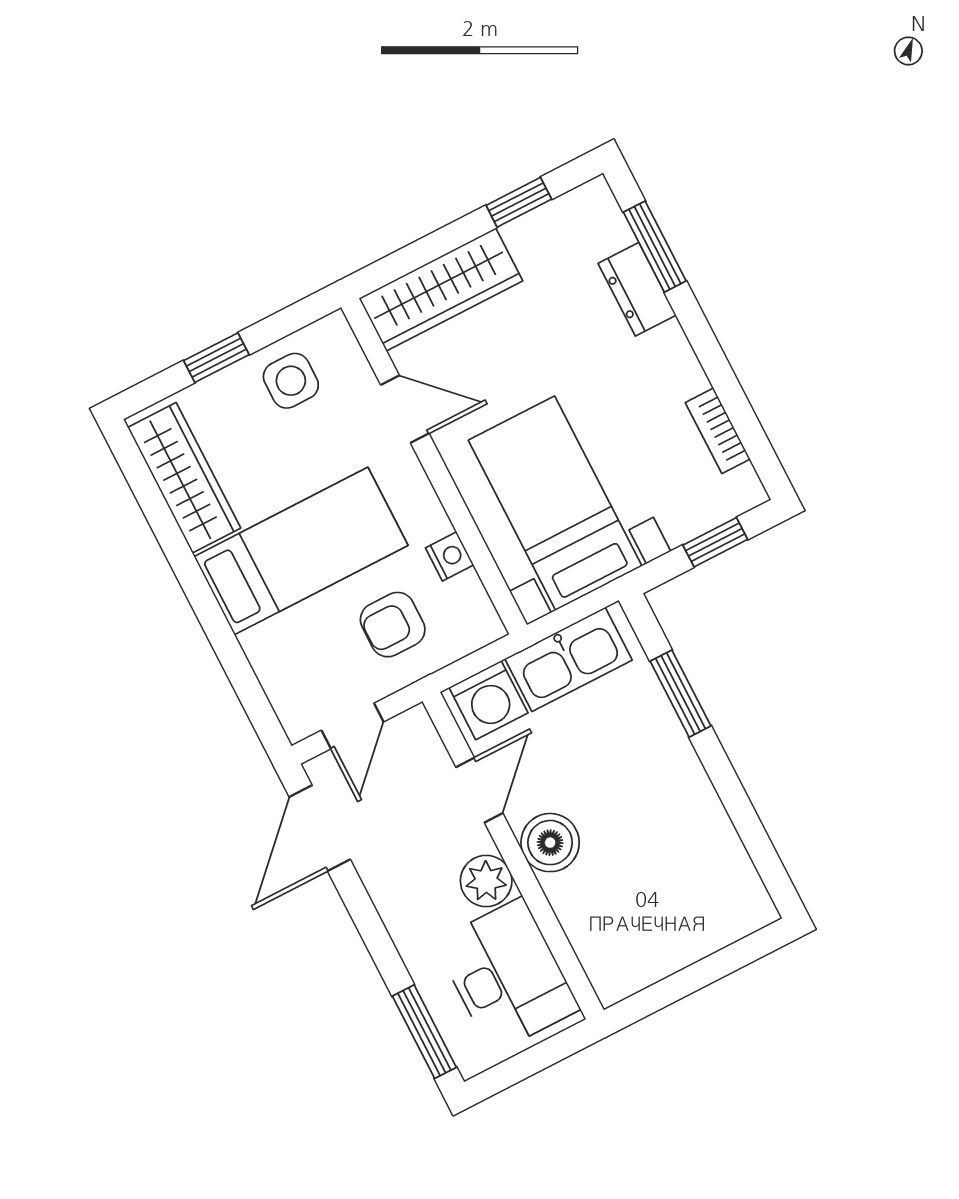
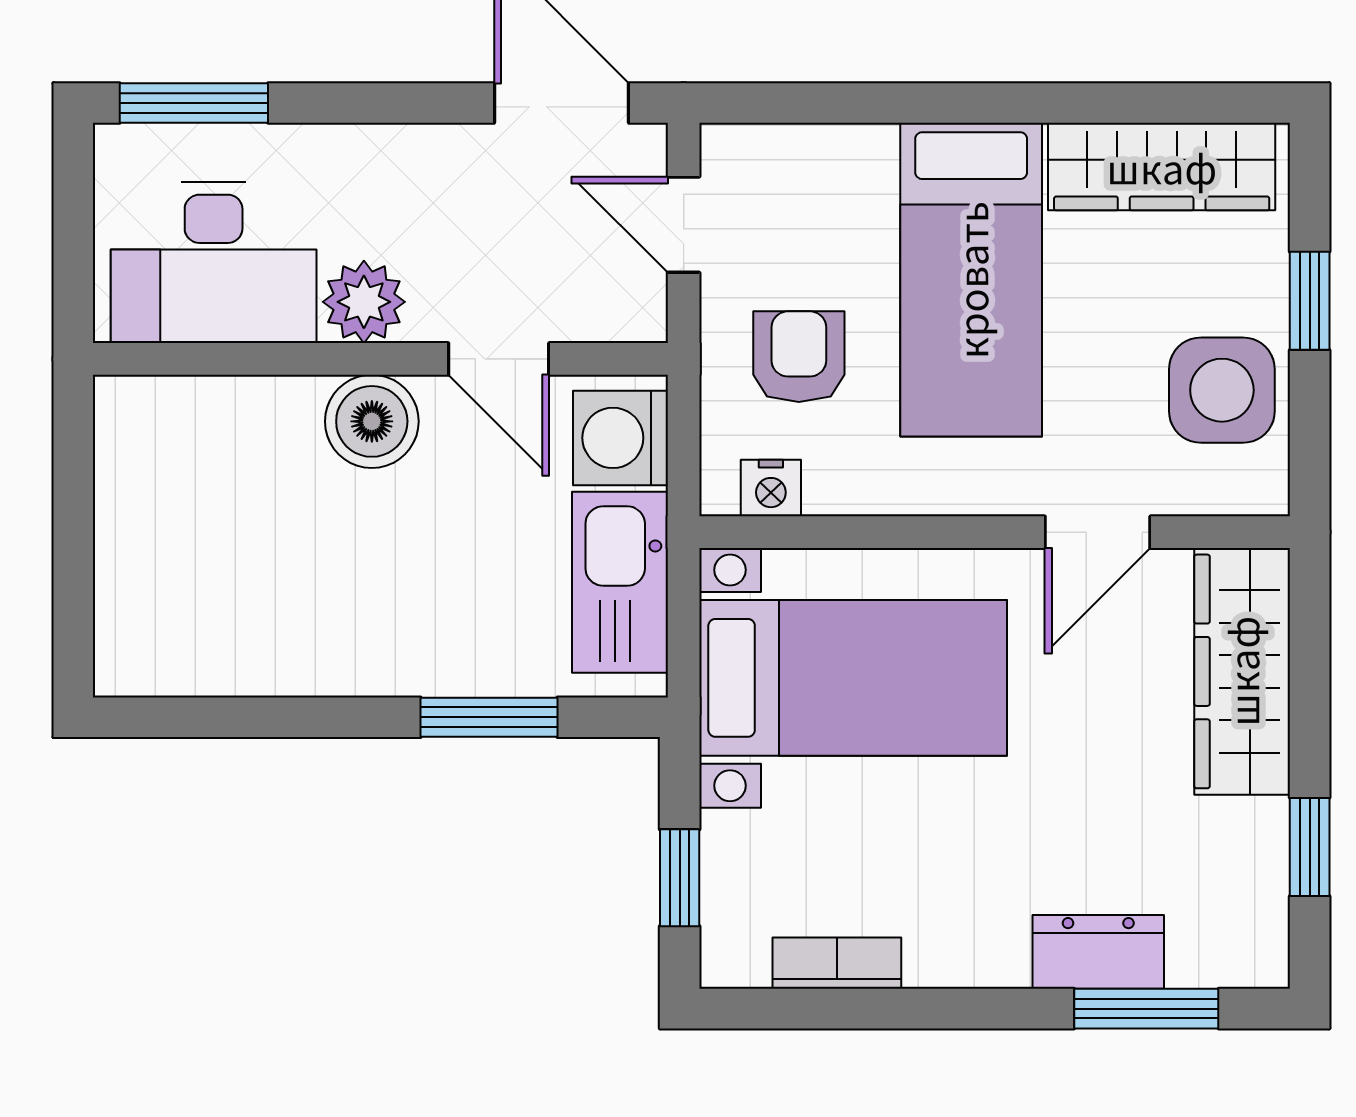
side table: (291, 381) -> (1222, 390), width x1.37, depth x1.37
nightstand: (450, 556) -> (771, 488), moved

